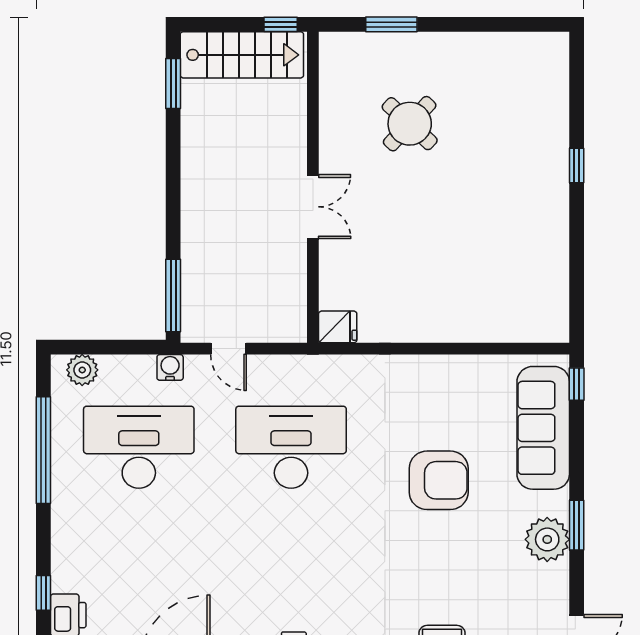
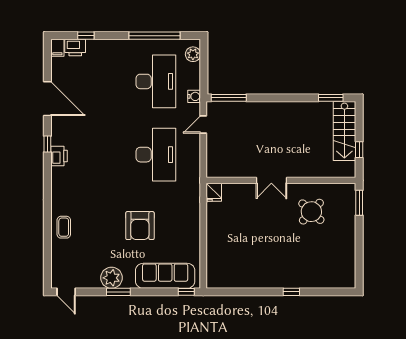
wall: (313, 187) -> (281, 180), moved
double door: (313, 207) -> (271, 180), moved
fridge: (338, 327) -> (214, 192), moved

